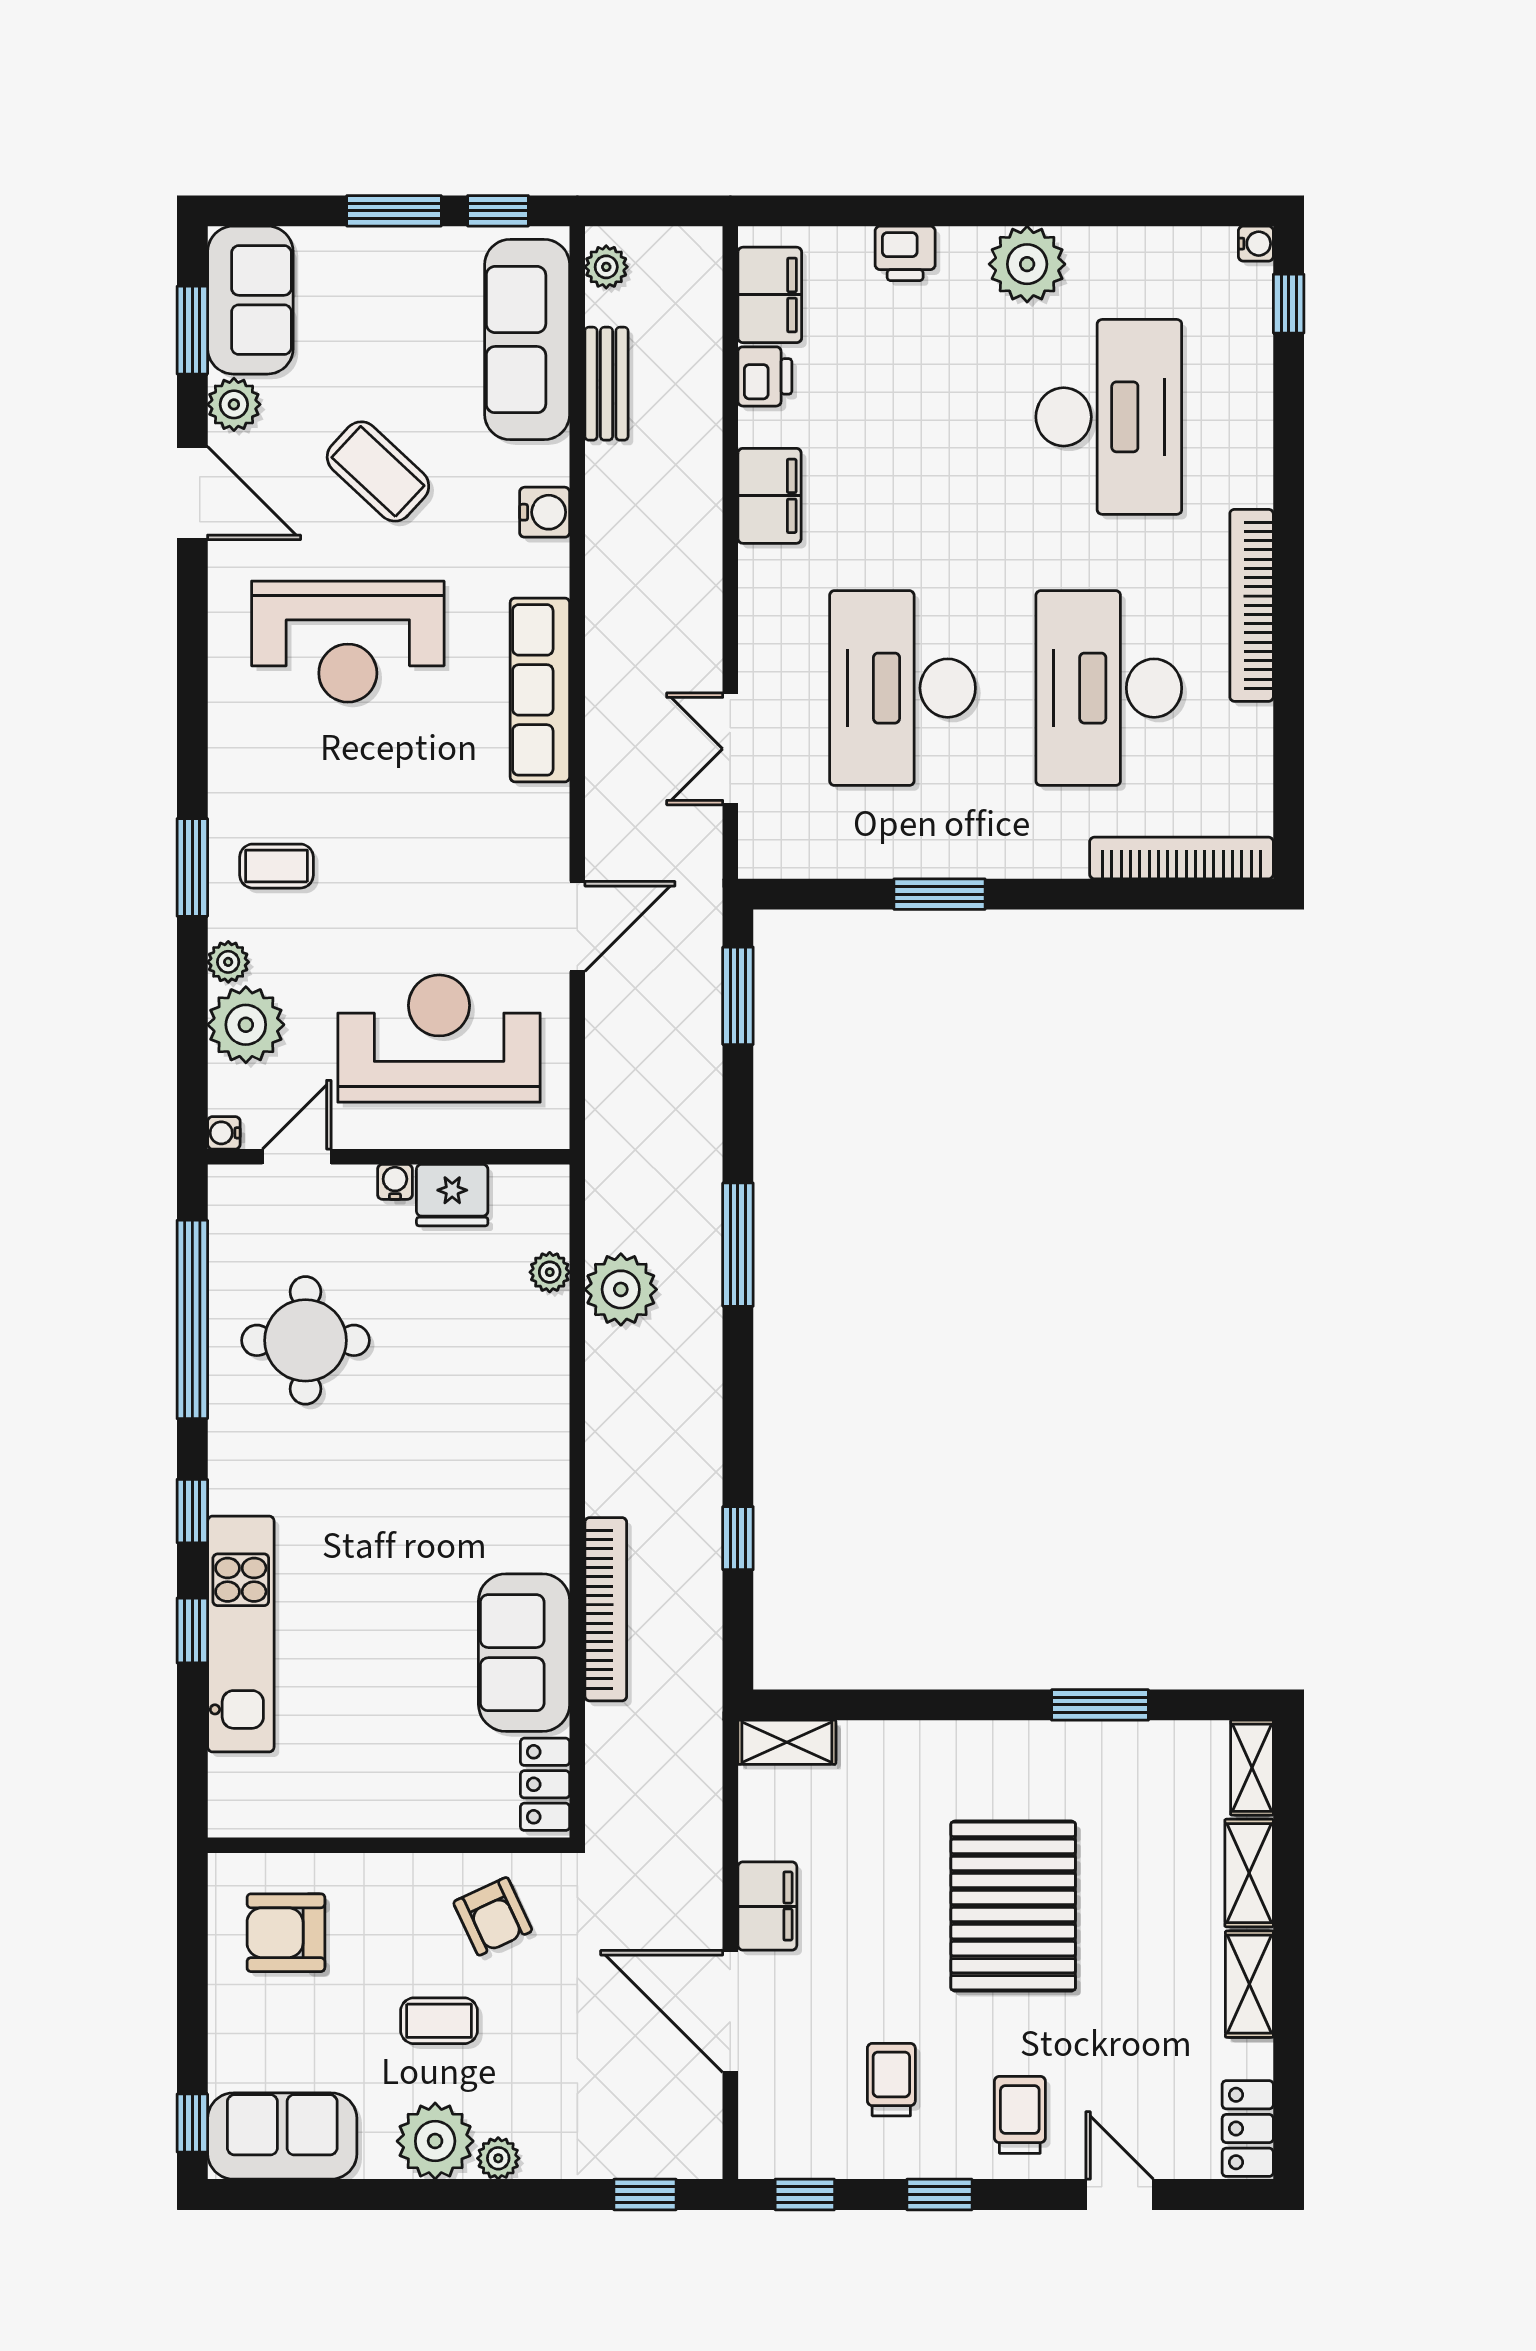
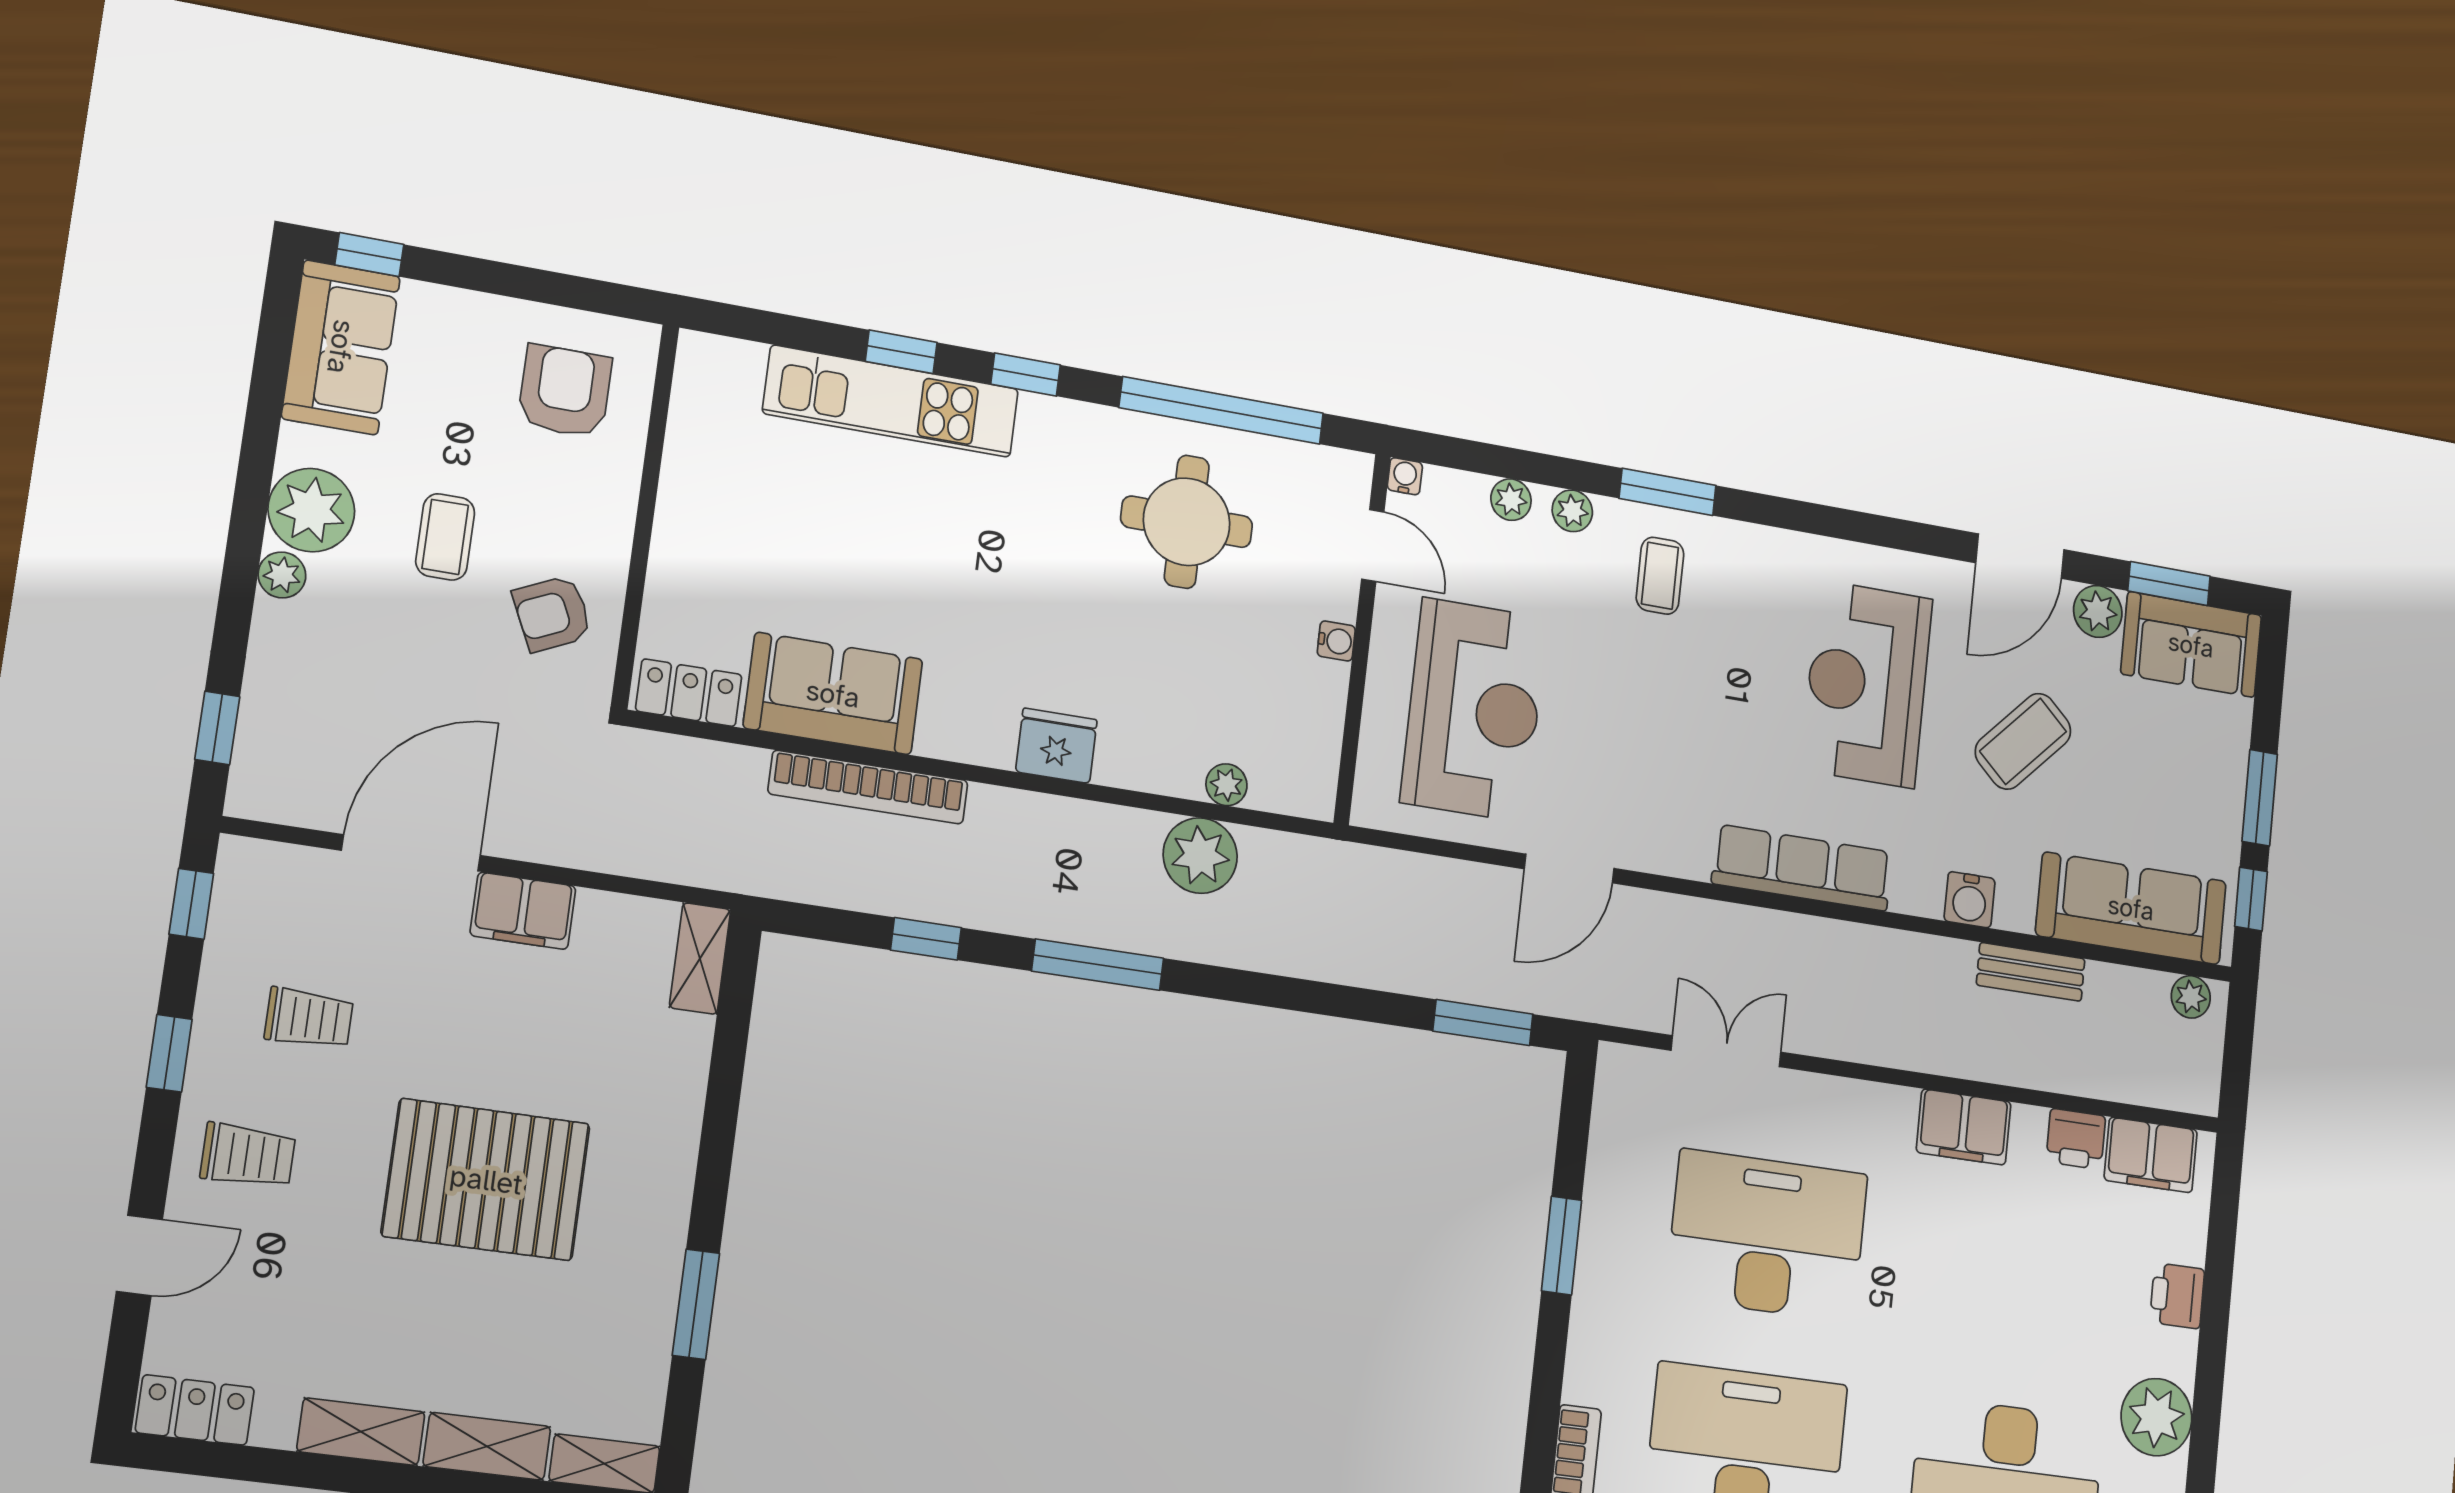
bench: (607, 384) -> (2031, 972), moved
door: (577, 926) -> (1569, 869), hinge flipped
plant: (246, 1025) -> (1511, 500), width x0.53, depth x0.53
fridge: (452, 1195) -> (1056, 746), moved, turned 90
window: (738, 1245) -> (1098, 965), moved

